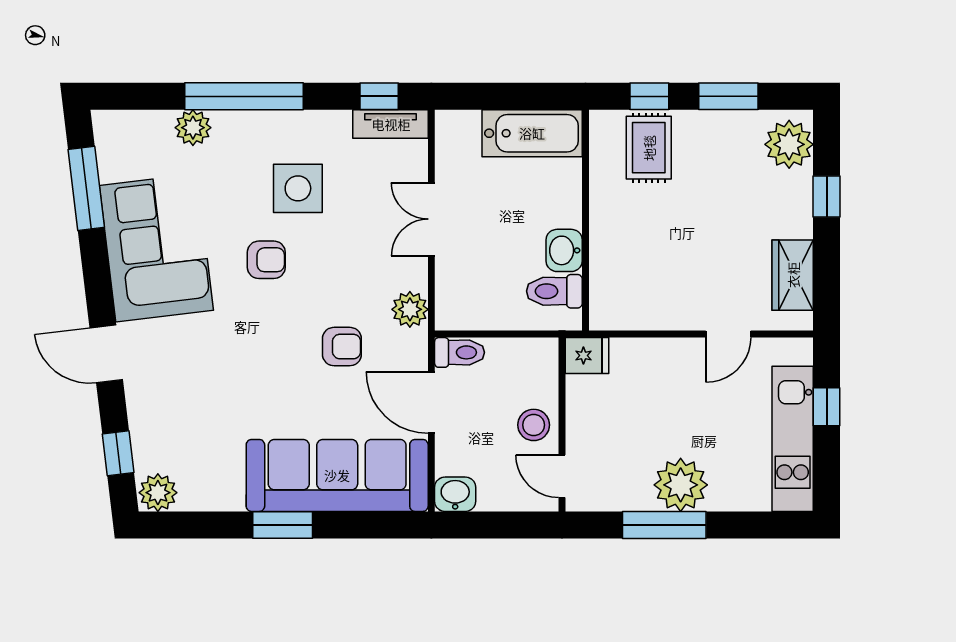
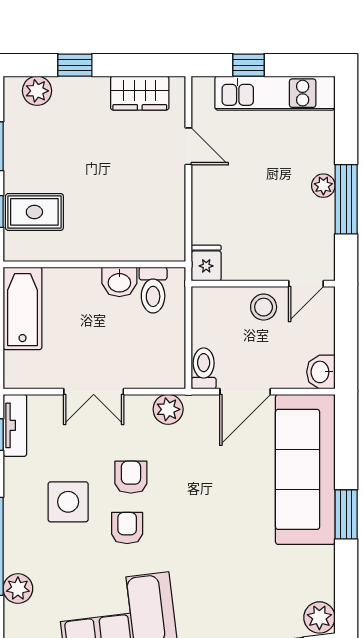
plant: (789, 144) -> (37, 91), width x0.73, depth x0.73
armchair: (342, 347) -> (131, 477), moved
plant: (681, 485) -> (323, 186), width x0.53, depth x0.53

